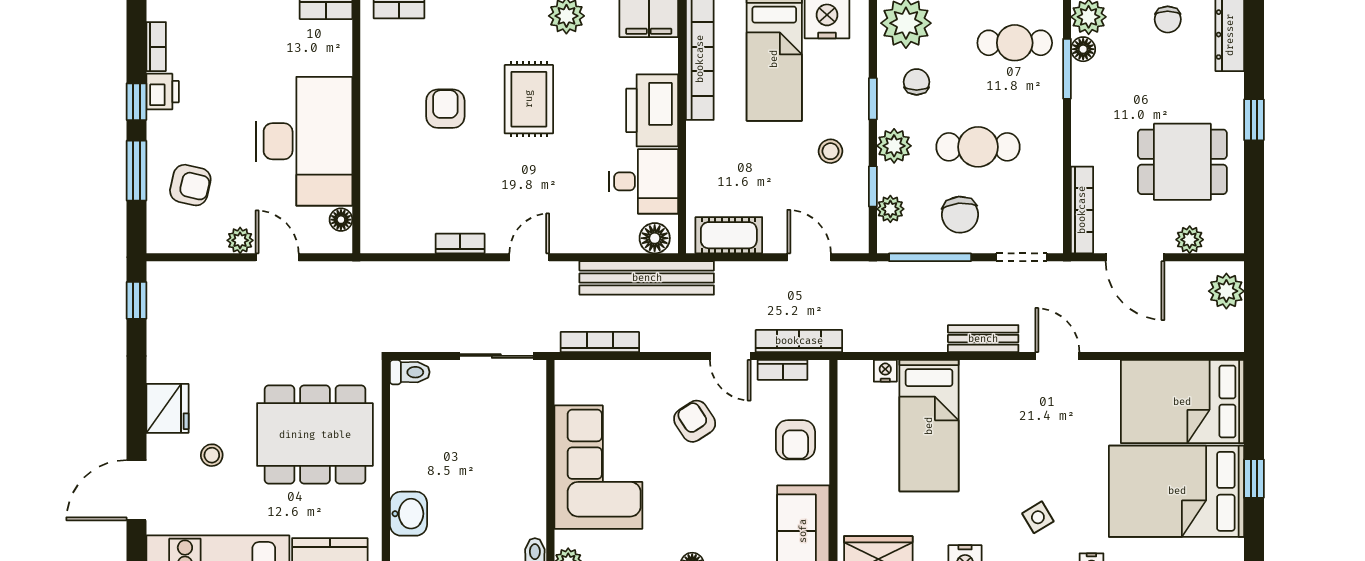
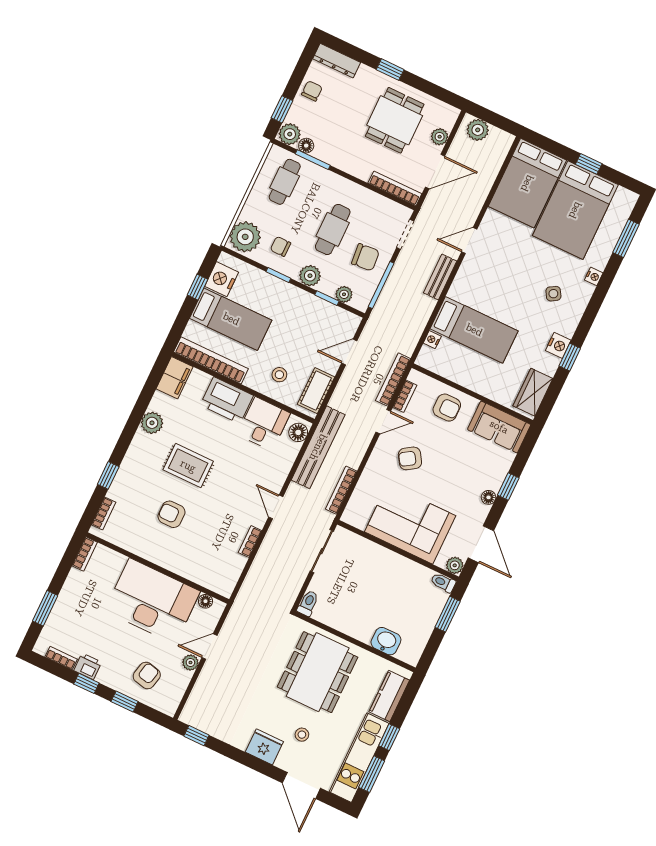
chair: (1168, 19) -> (312, 91), turned -90
stool: (830, 151) -> (279, 375), moved
window: (136, 171) -> (125, 702), width x0.67

